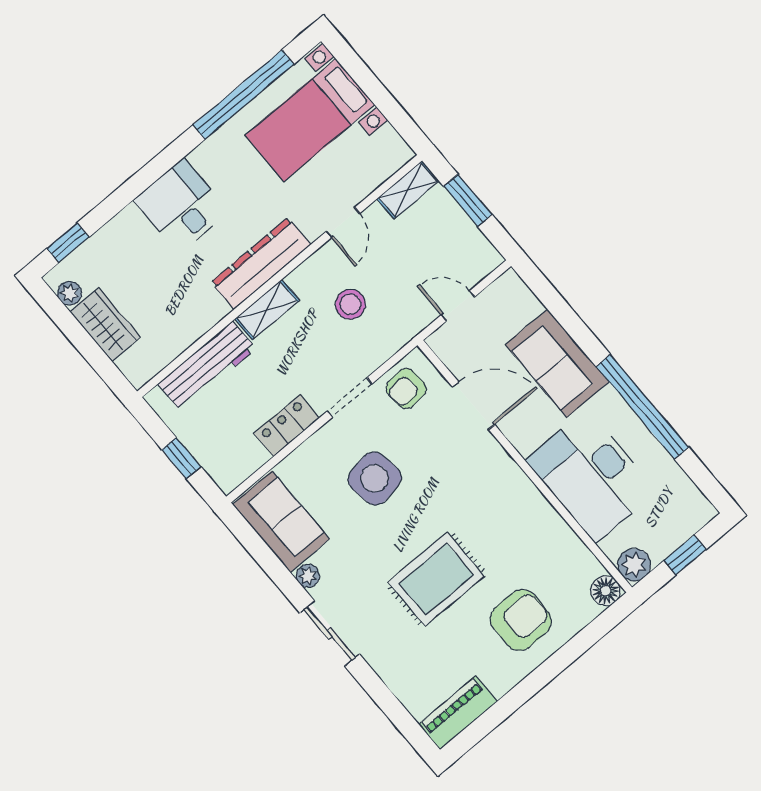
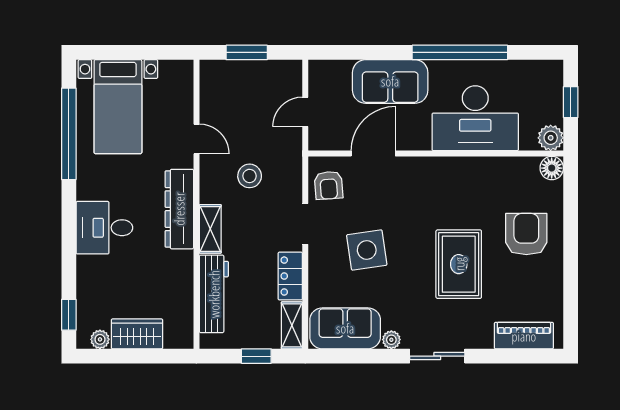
shelving: (408, 190) -> (292, 325), moved
piano: (458, 713) -> (524, 336), moved, turned 90

